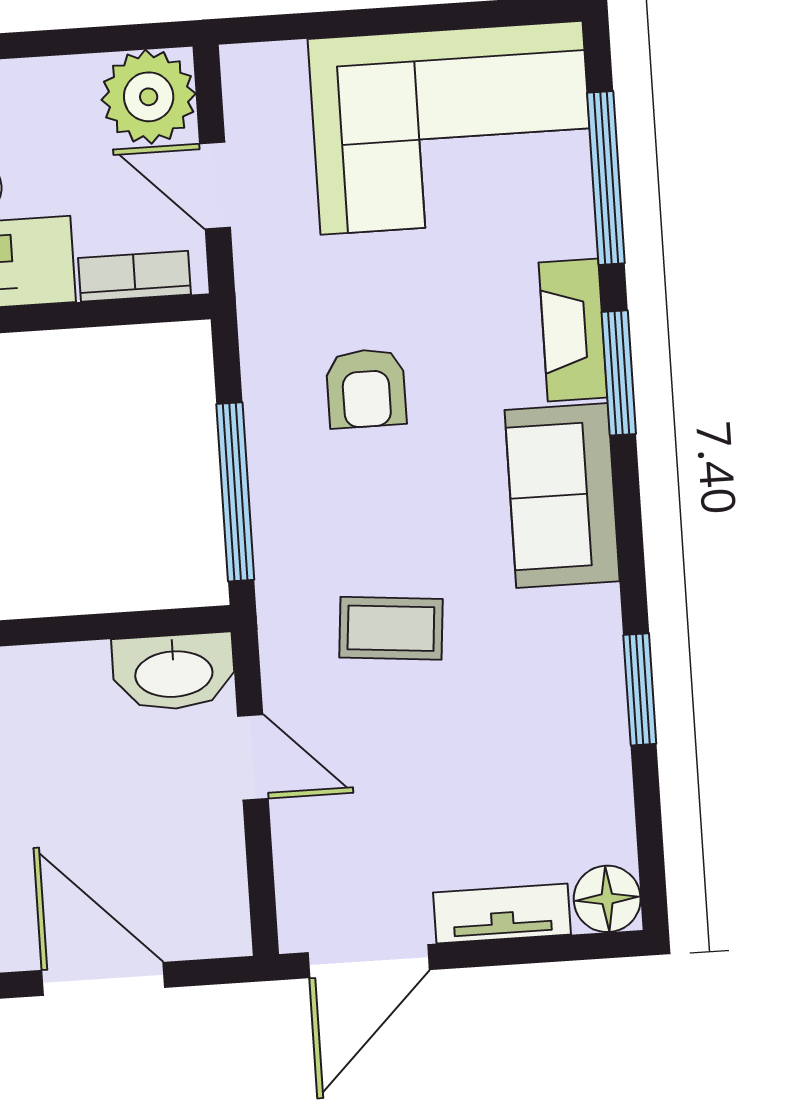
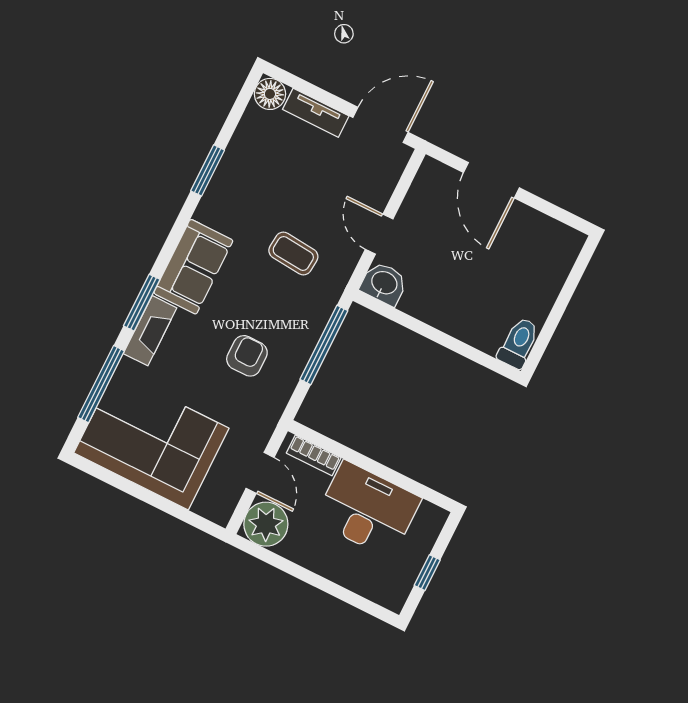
washbasin: (174, 672) -> (384, 284), width x0.72

